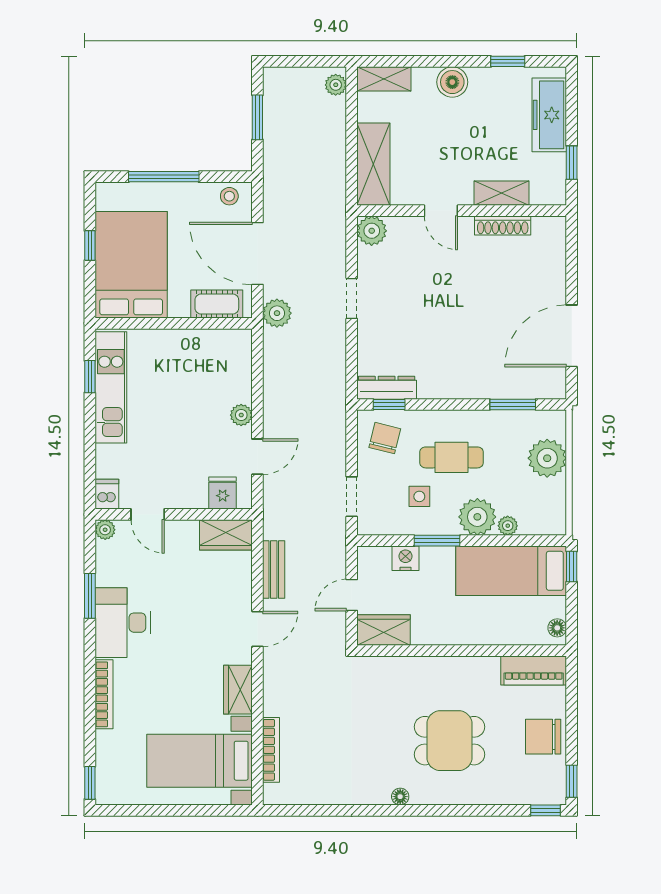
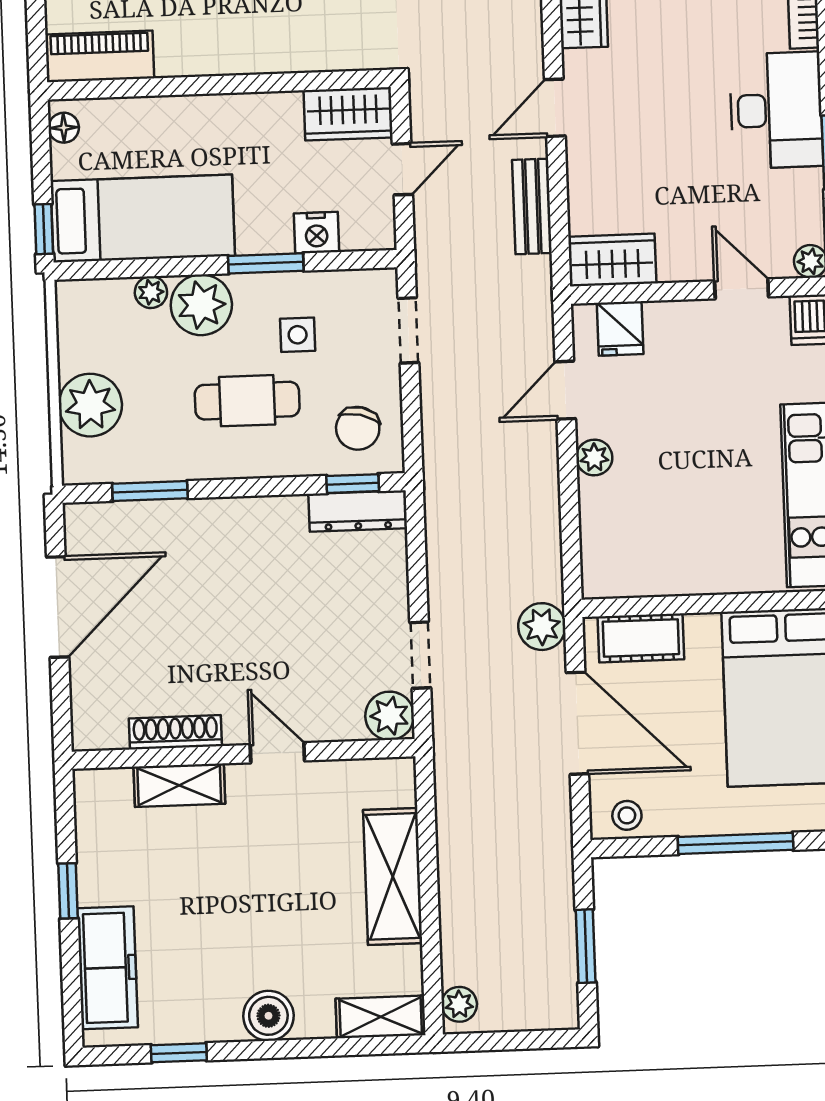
shelving: (501, 193) -> (179, 785), moved
door: (441, 211) -> (277, 753), moved
wall: (462, 211) -> (243, 754), moved
shoe rack: (503, 225) -> (175, 732), moved
plant: (372, 231) -> (390, 716), moved

